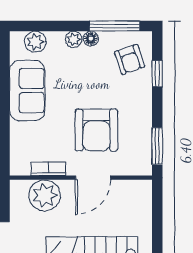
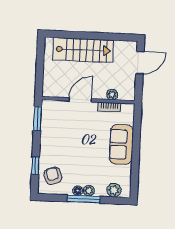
window: (115, 26) -> (84, 199), moved
sofa: (27, 91) -> (121, 144), moved
armchair: (96, 130) -> (77, 131), removed
plant: (45, 195) -> (112, 94), width x0.53, depth x0.53

